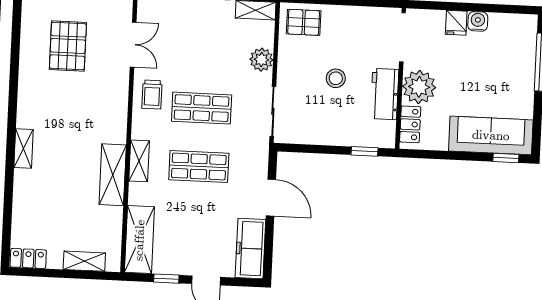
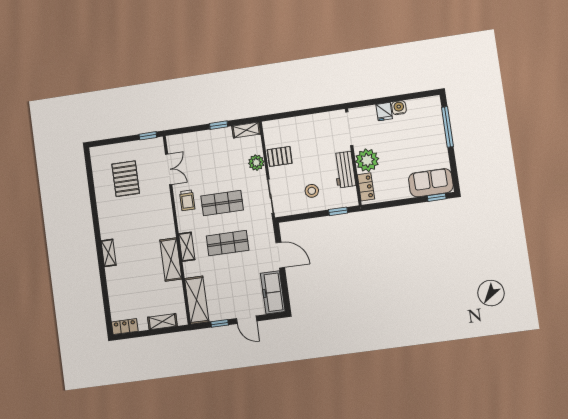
pallet: (304, 22) -> (280, 156), moved
stool: (336, 78) -> (312, 191), moved
sofa: (491, 135) -> (431, 183), width x0.73

